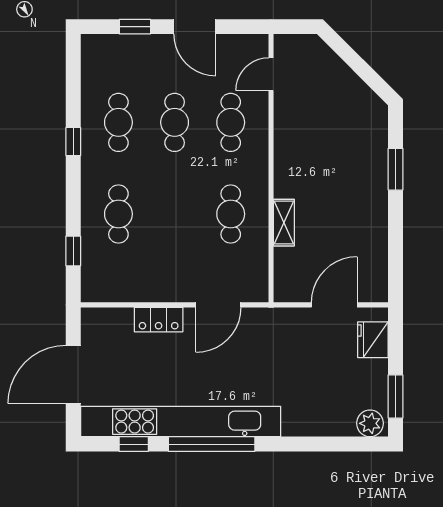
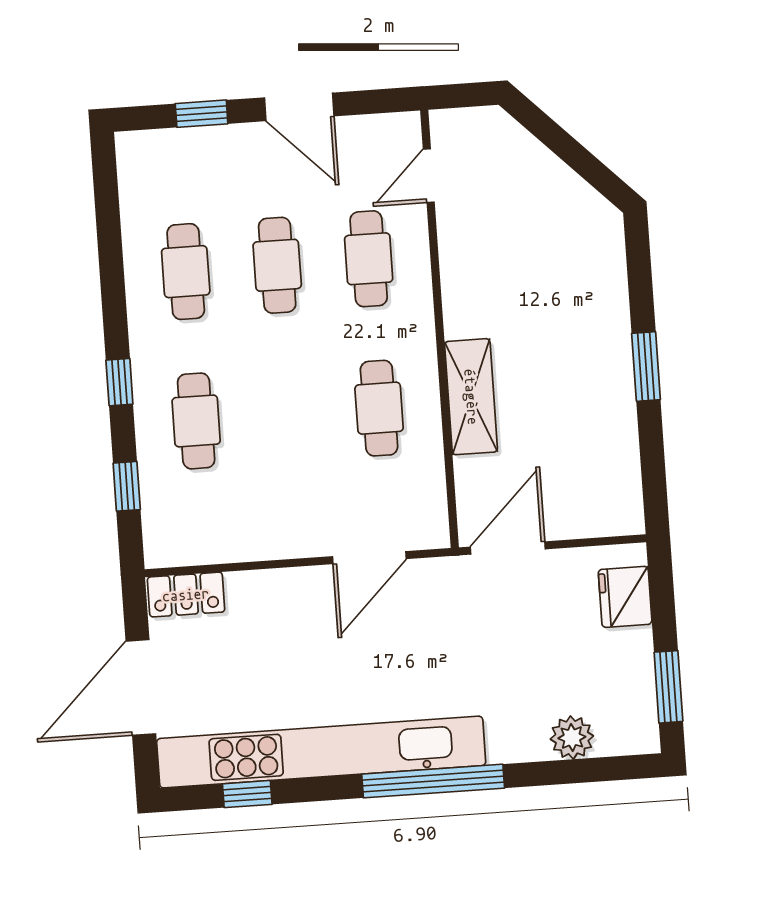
window: (73, 142) -> (119, 382), moved
window: (395, 169) -> (646, 366), moved
shelving: (284, 223) -> (471, 397), width x1.50, depth x1.33
door: (334, 305) -> (508, 548), moved
locker: (159, 320) -> (186, 595), moved
plant: (370, 423) -> (572, 738), moved
window: (212, 444) -> (433, 781), moved

